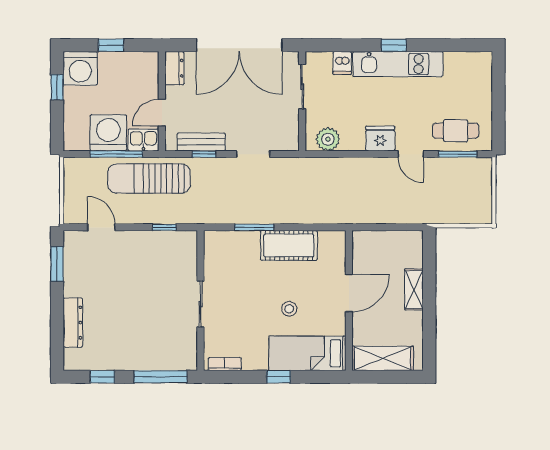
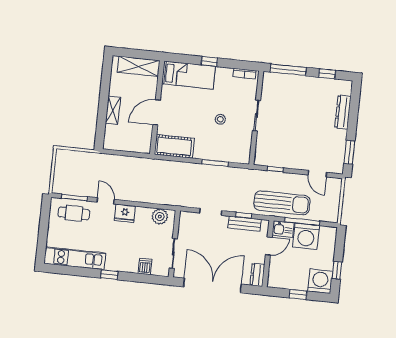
kitchen unit: (398, 64) -> (75, 258), moved
cot: (289, 245) -> (174, 146), moved
stool: (289, 309) -> (220, 119), moved

